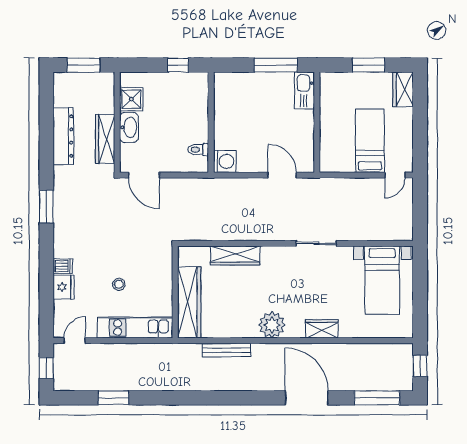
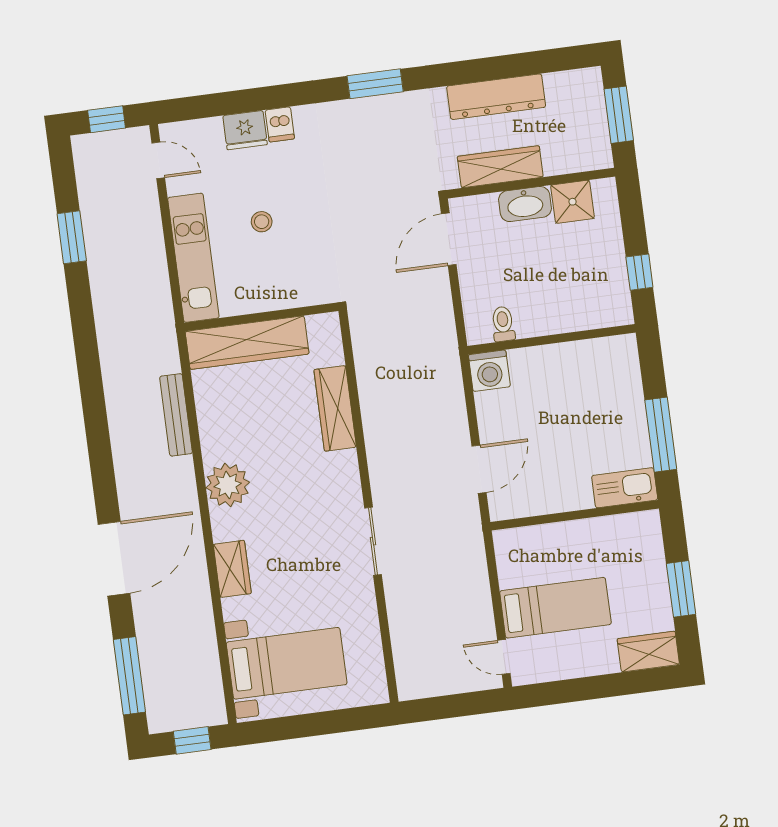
bed with nightstands: (382, 280) -> (287, 663), moved, turned 180

